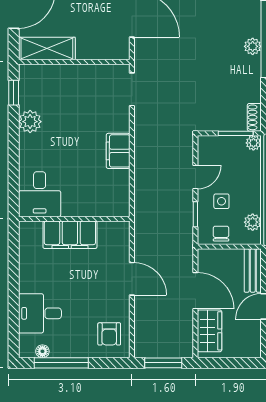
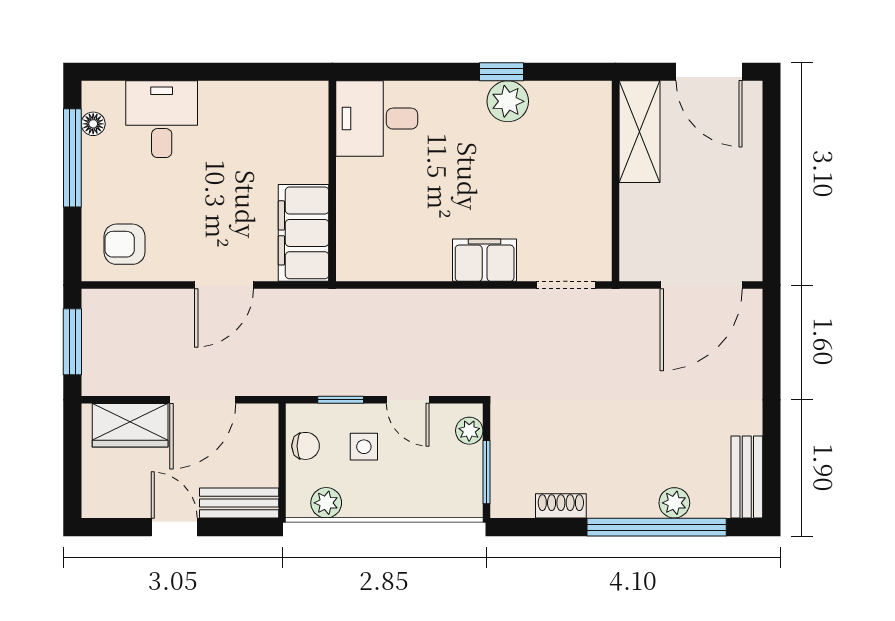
plant: (253, 46) -> (674, 503), moved
window: (14, 93) -> (501, 72), moved
shoe rack: (254, 117) -> (561, 506), moved
plant: (253, 143) -> (469, 431), moved
filing cabinet: (118, 151) -> (485, 260), moved
filing cabinet: (70, 235) -> (304, 233), moved

